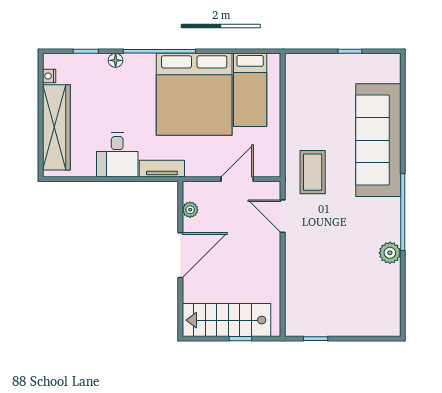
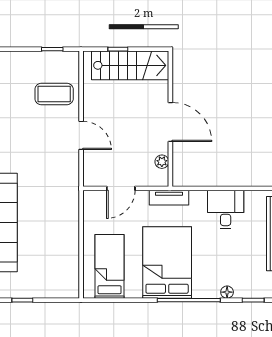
bed: (194, 94) -> (167, 263), width x0.73
tv unit: (162, 169) -> (169, 198), moved
coffee table: (313, 172) -> (54, 94), moved, turned 90
door: (283, 216) -> (81, 135), moved
door: (180, 255) -> (170, 122), swing flipped

